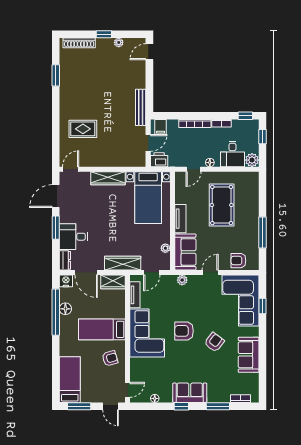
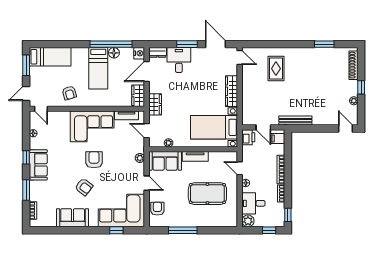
wardrobe: (123, 263) -> (155, 104), width x0.67
bed: (102, 329) -> (98, 68), moved, turned 180

